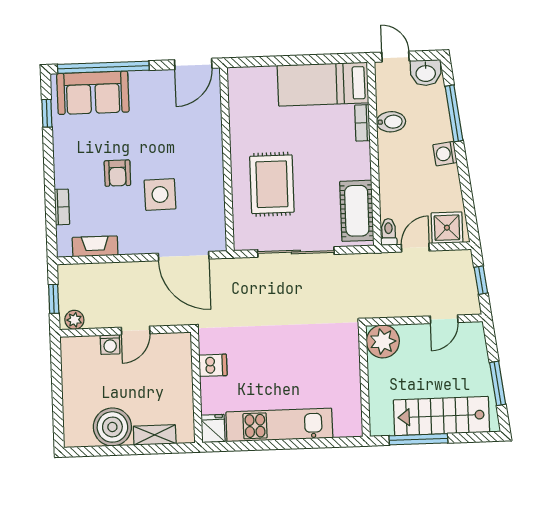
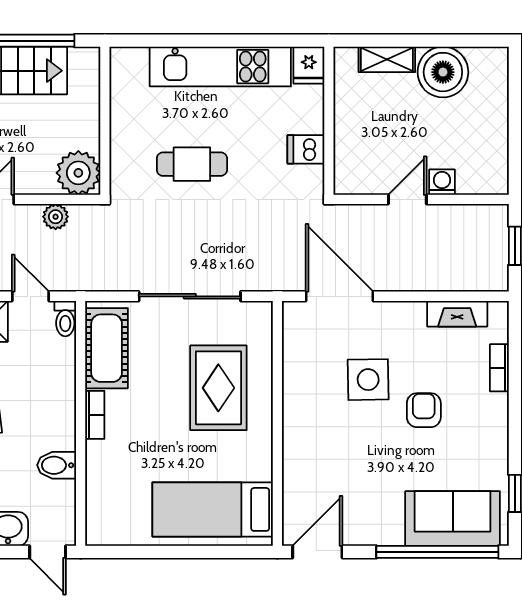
bed: (323, 84) -> (213, 509), moved, turned 180
bookcase: (362, 123) -> (95, 415), moved
door: (415, 248) -> (30, 296), swing flipped
plant: (74, 320) -> (56, 217), moved
cafe table: (298, 351) -> (192, 164), added

